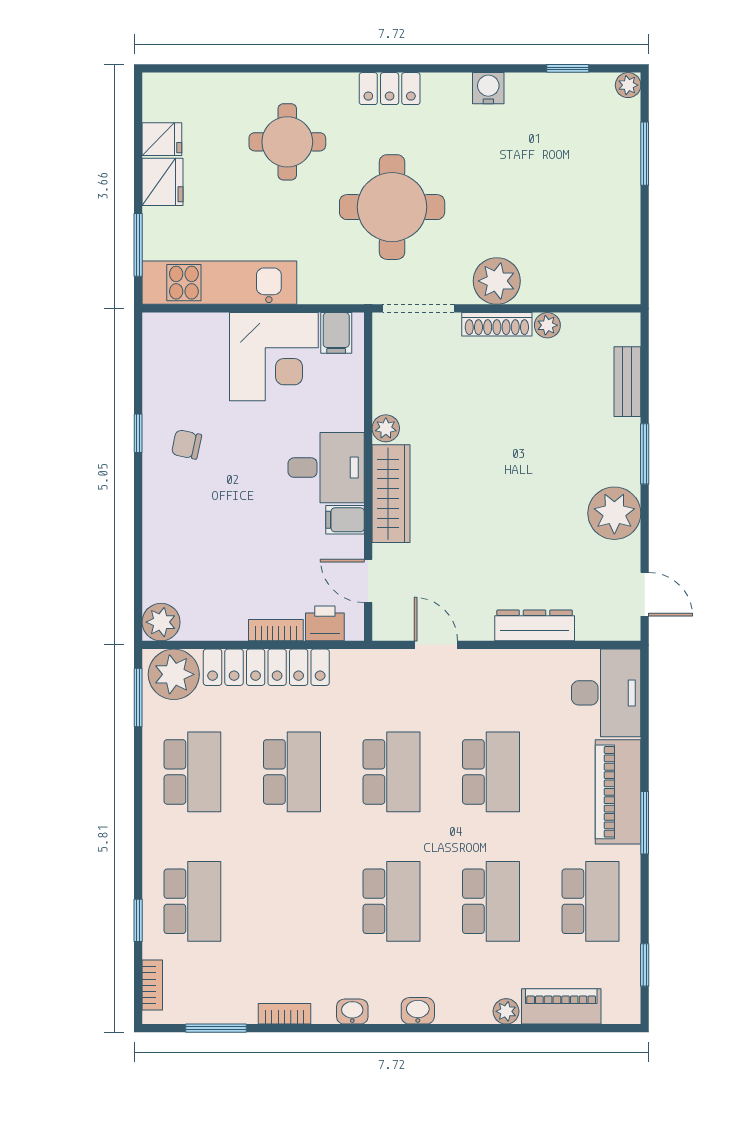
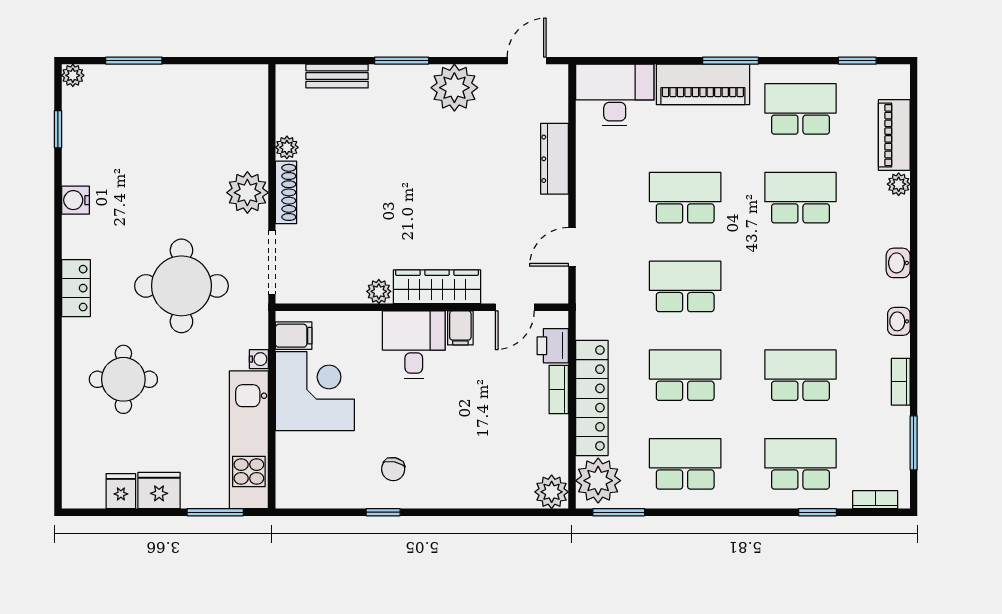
water cooler: (310, 294) -> (259, 359), added
school desk: (391, 901) -> (800, 375), moved

